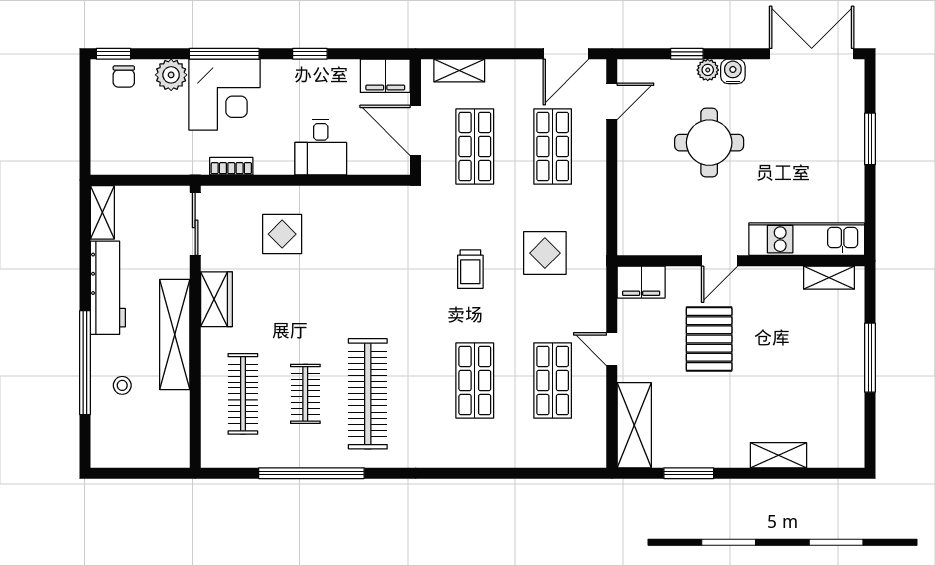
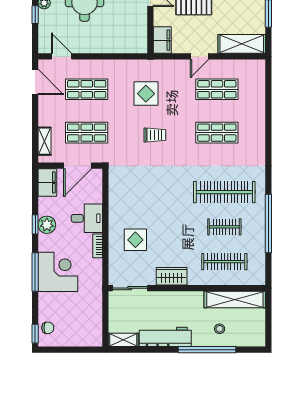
plant: (171, 75) -> (47, 225), moved
bookcase: (231, 166) -> (98, 246), moved
shelving: (175, 335) -> (235, 300), moved

